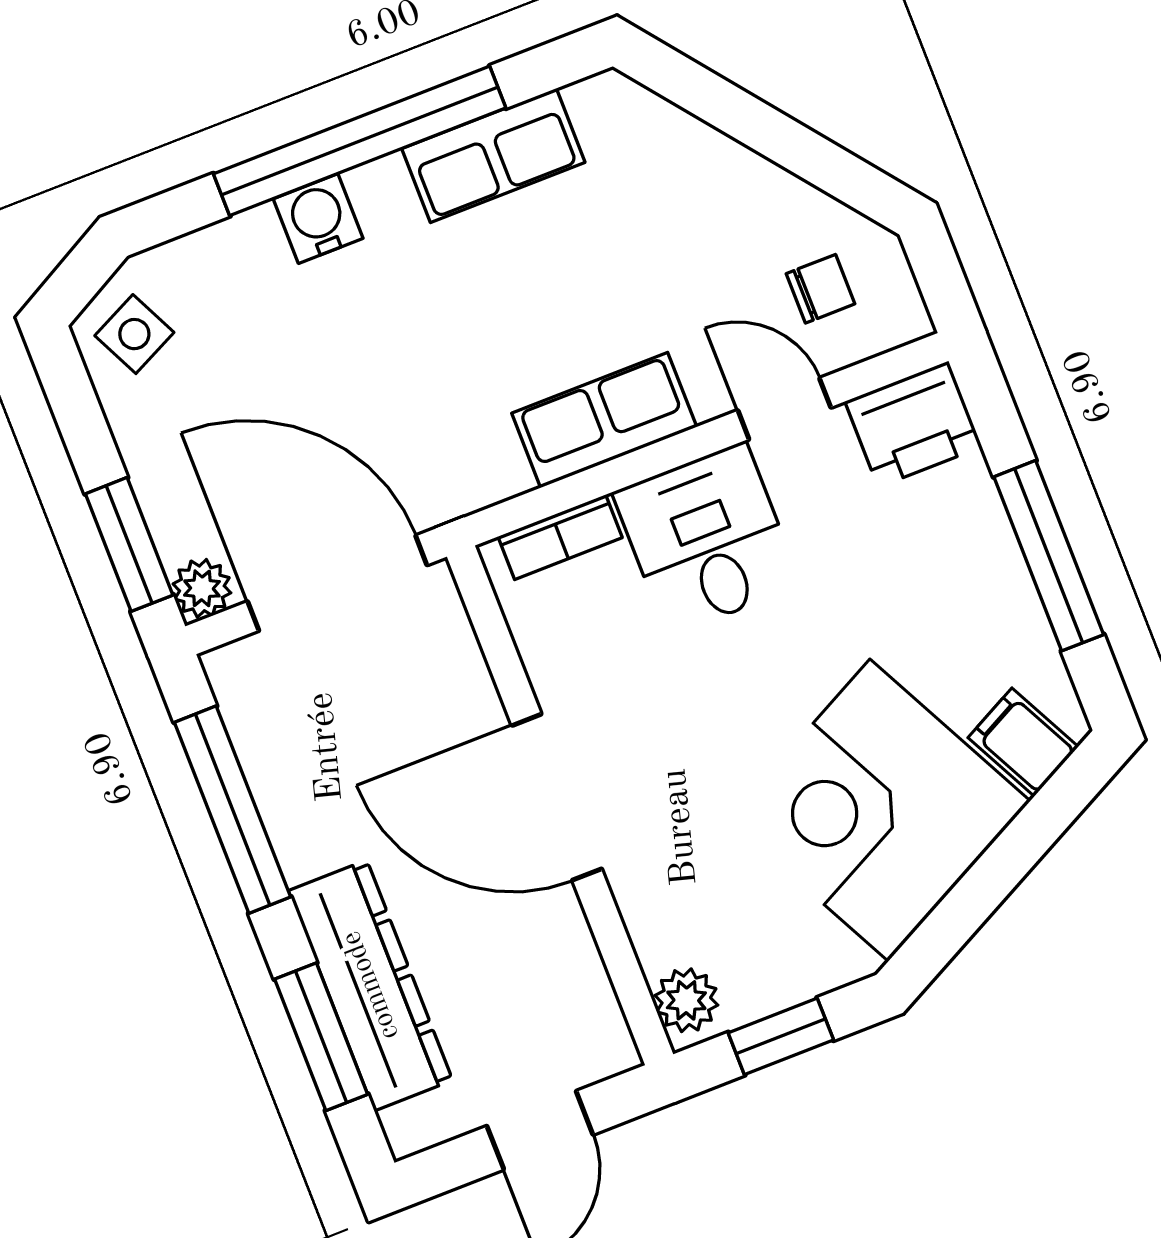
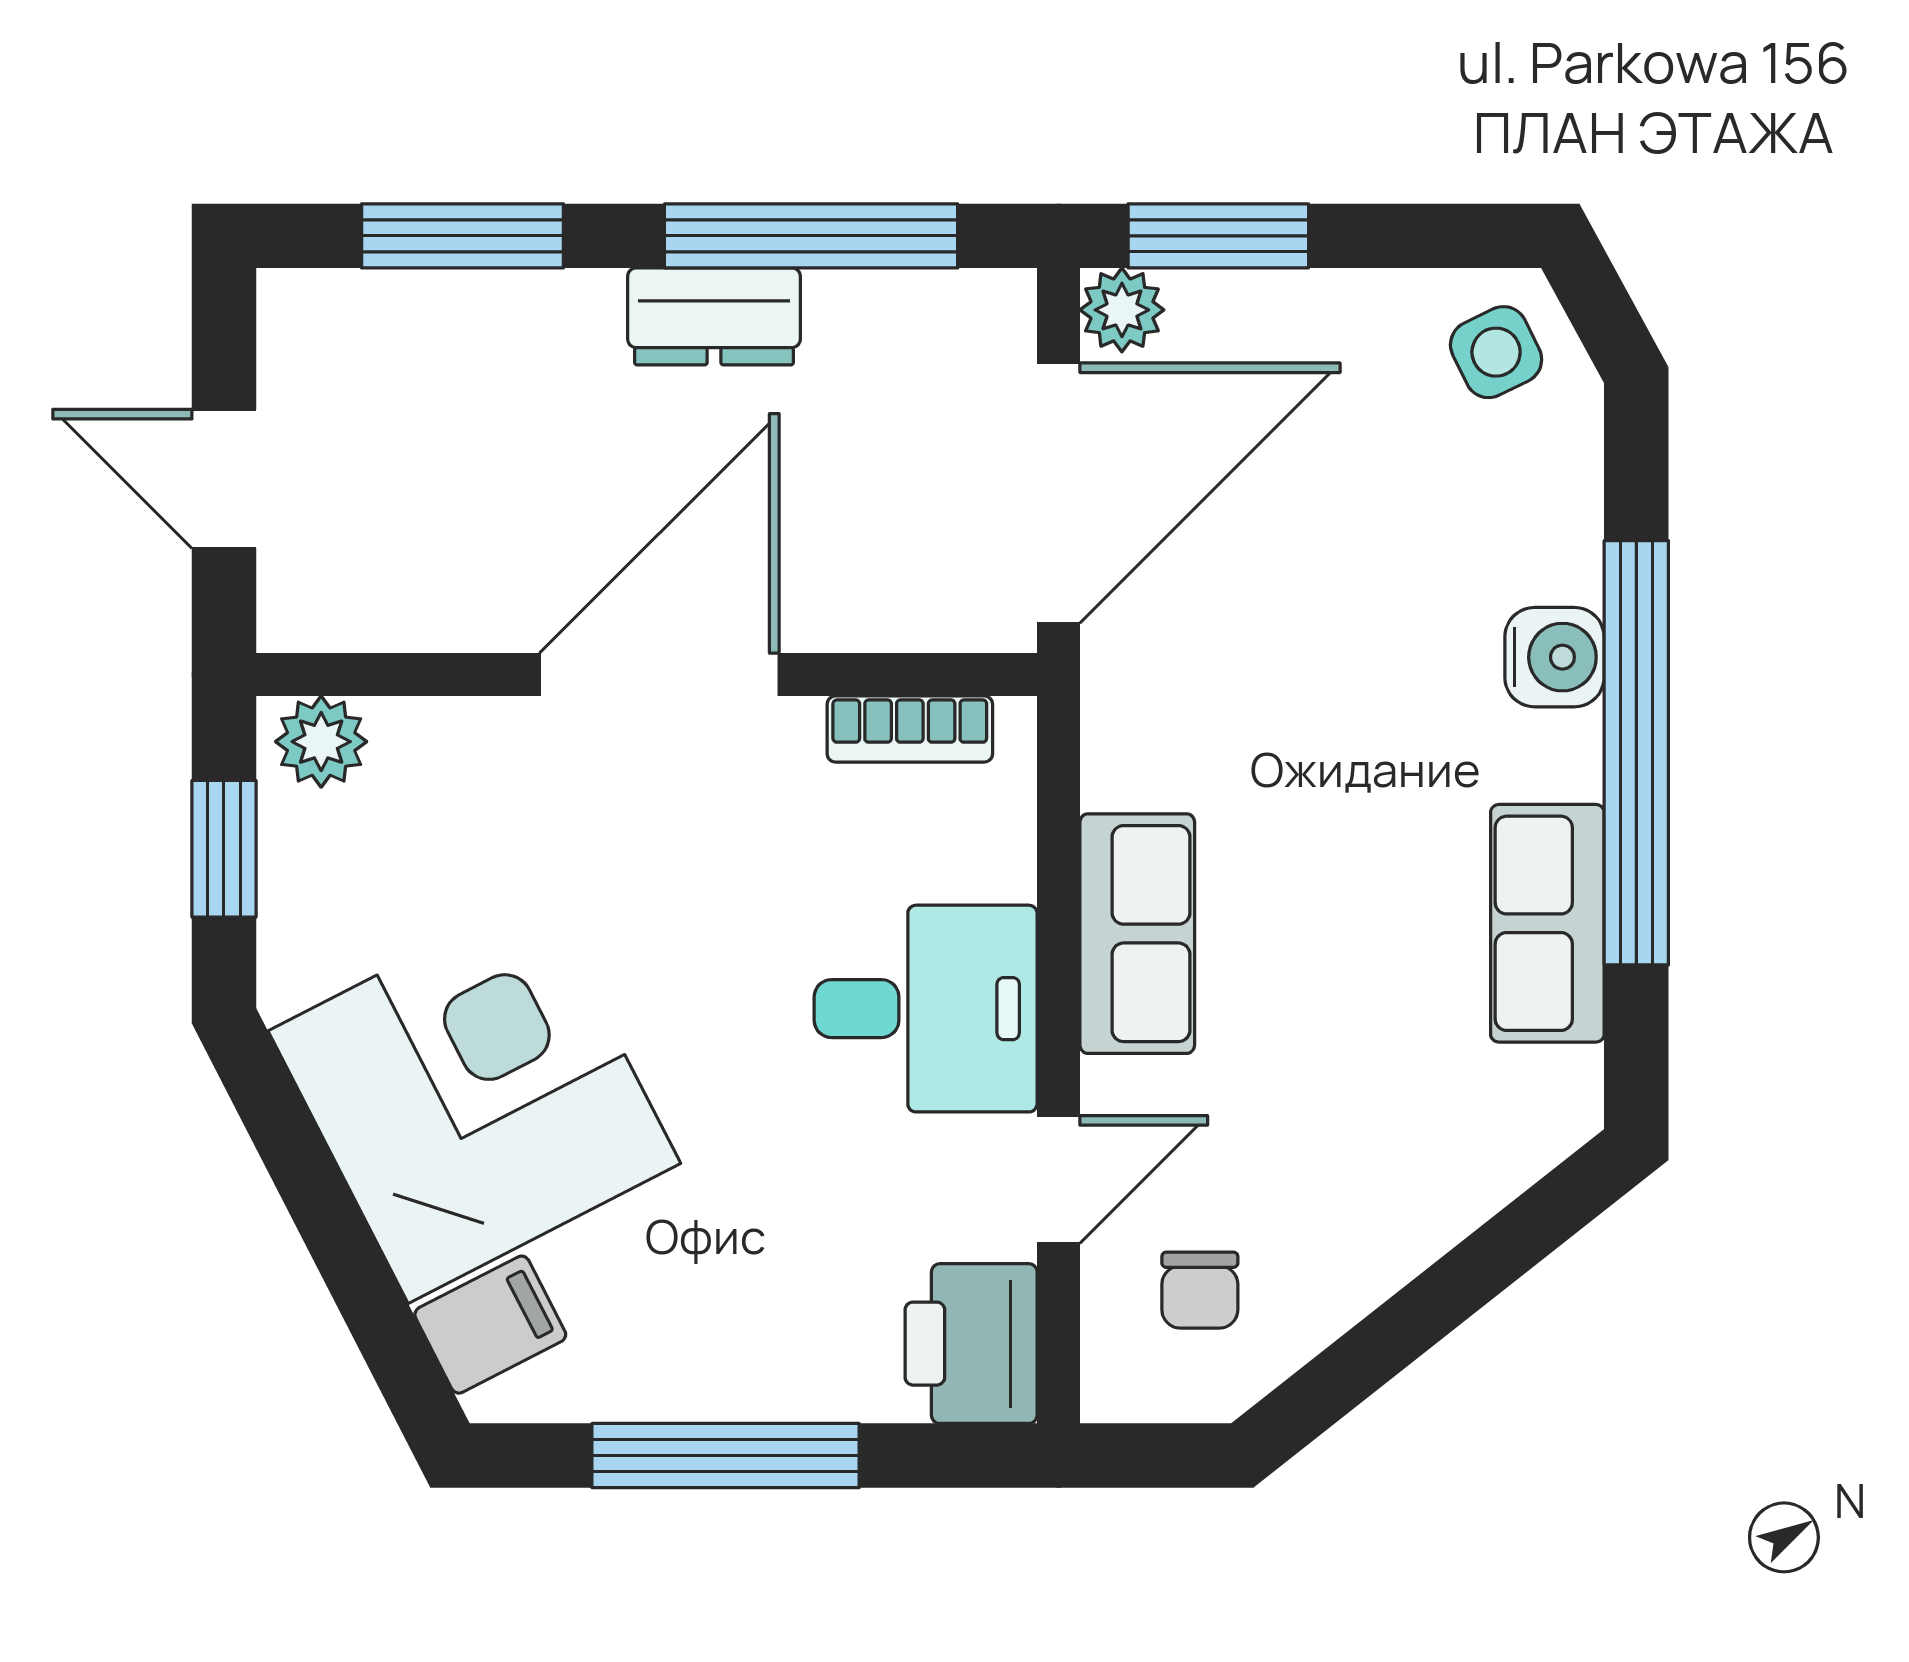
bookcase: (560, 537) -> (910, 729), moved, turned -90
dresser: (371, 985) -> (714, 316), moved, width x0.51, depth x0.80

